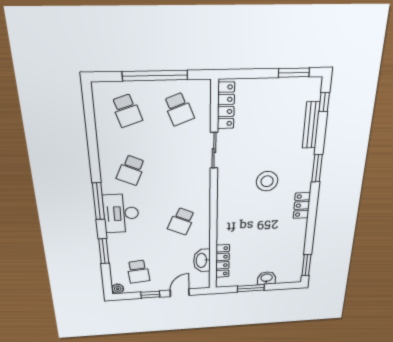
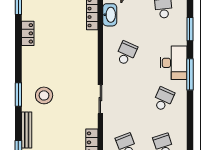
sliding door: (214, 150) -> (100, 99), moved
stool: (267, 181) -> (44, 95), moved
locker: (302, 205) -> (28, 33), moved

